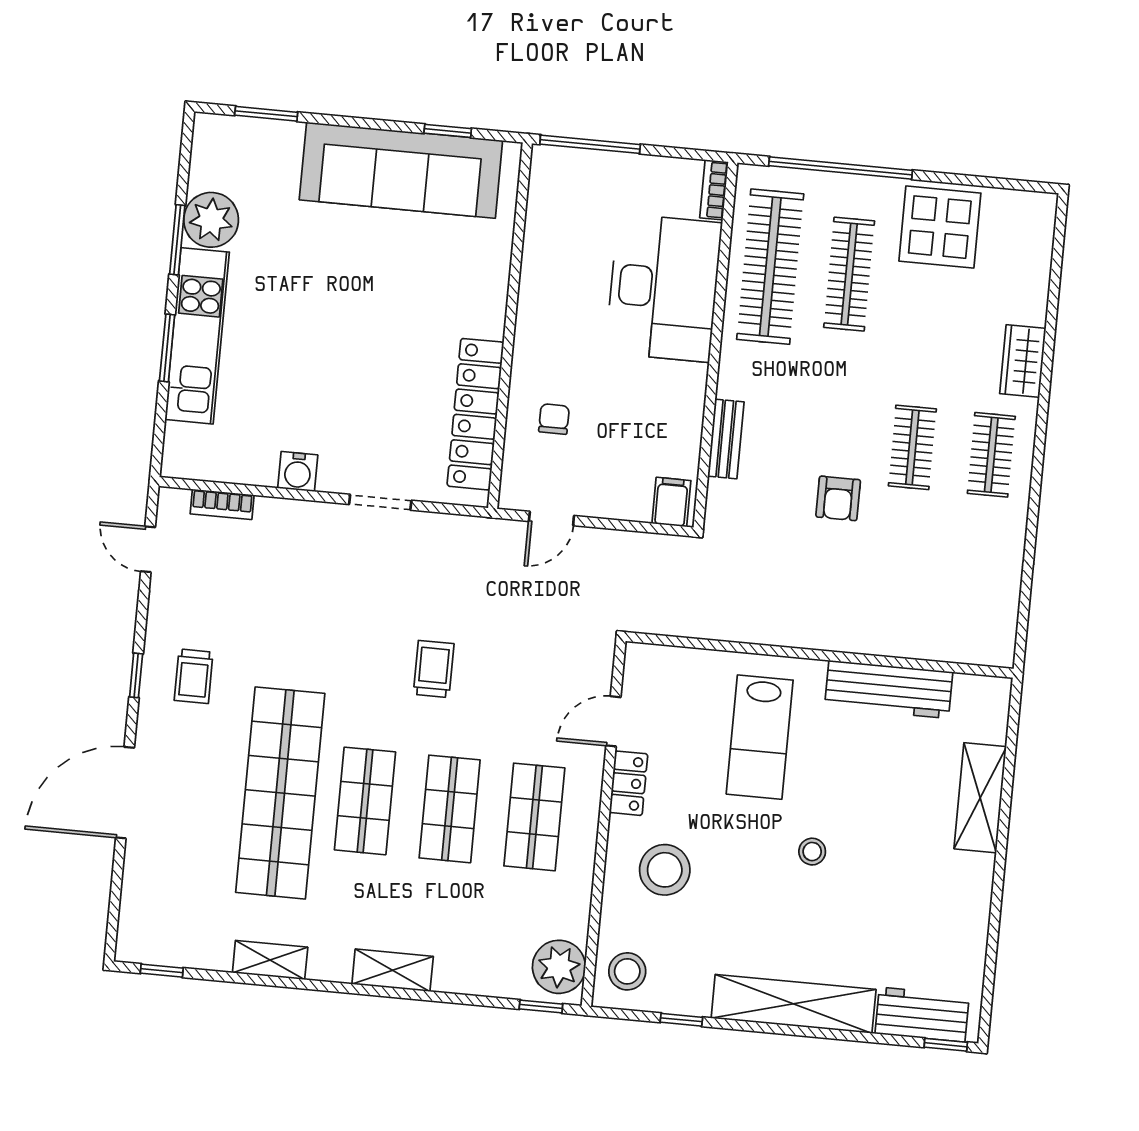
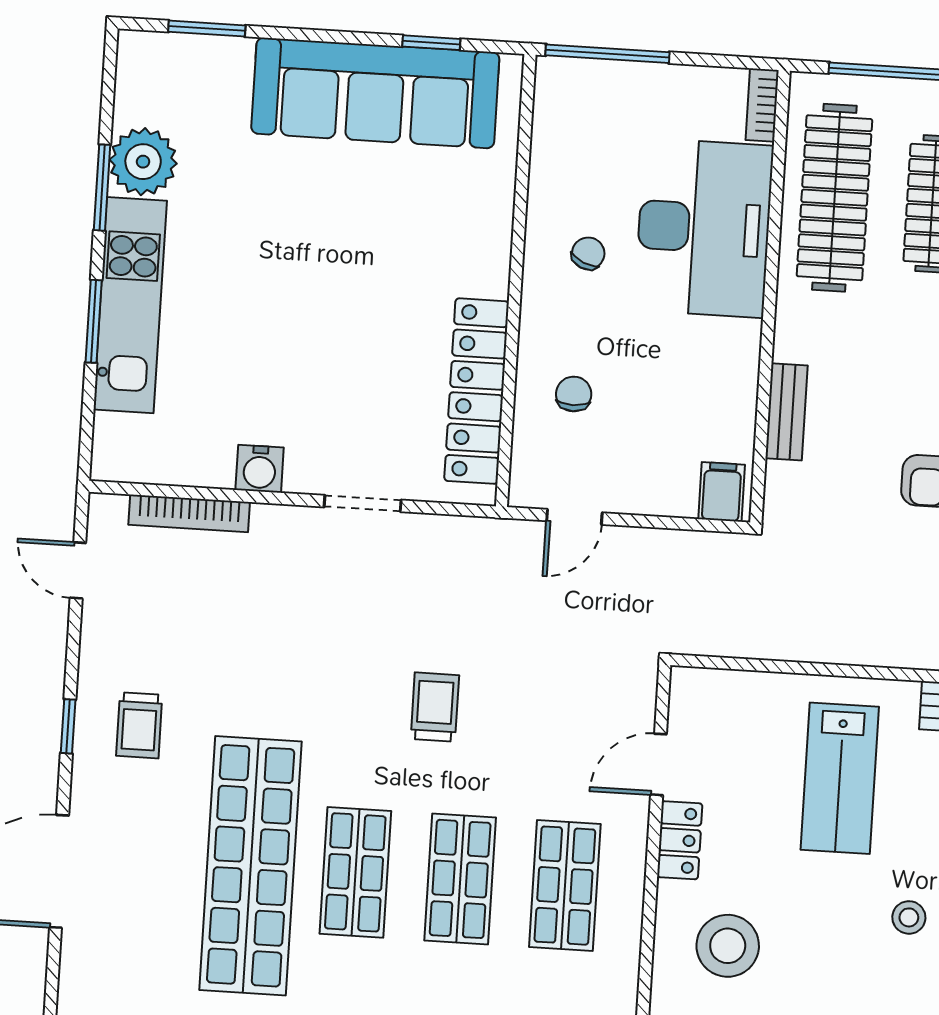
chair: (569, 306) -> (588, 253), added
bookcase: (222, 504) -> (189, 513), width x1.56

